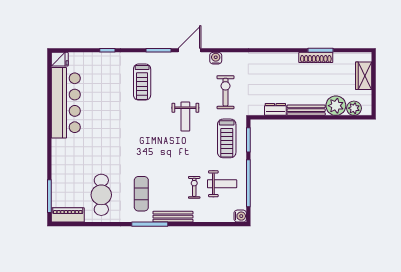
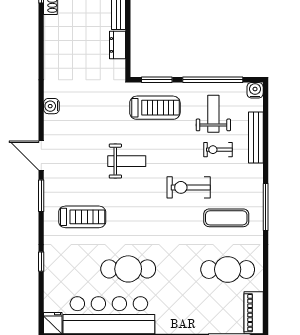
water cooler: (216, 58) -> (51, 106), moved
exercise bike: (225, 92) -> (189, 187), moved
cafe table: (102, 118) -> (128, 269), added
bench: (173, 217) -> (256, 138), moved

